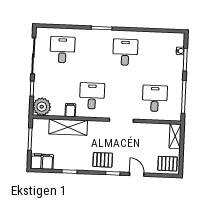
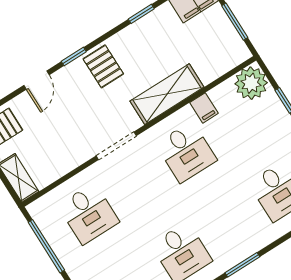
shelving: (68, 127) -> (167, 94), moved
pallet: (103, 160) -> (103, 66), turned 90
door: (137, 174) -> (36, 80), hinge flipped

